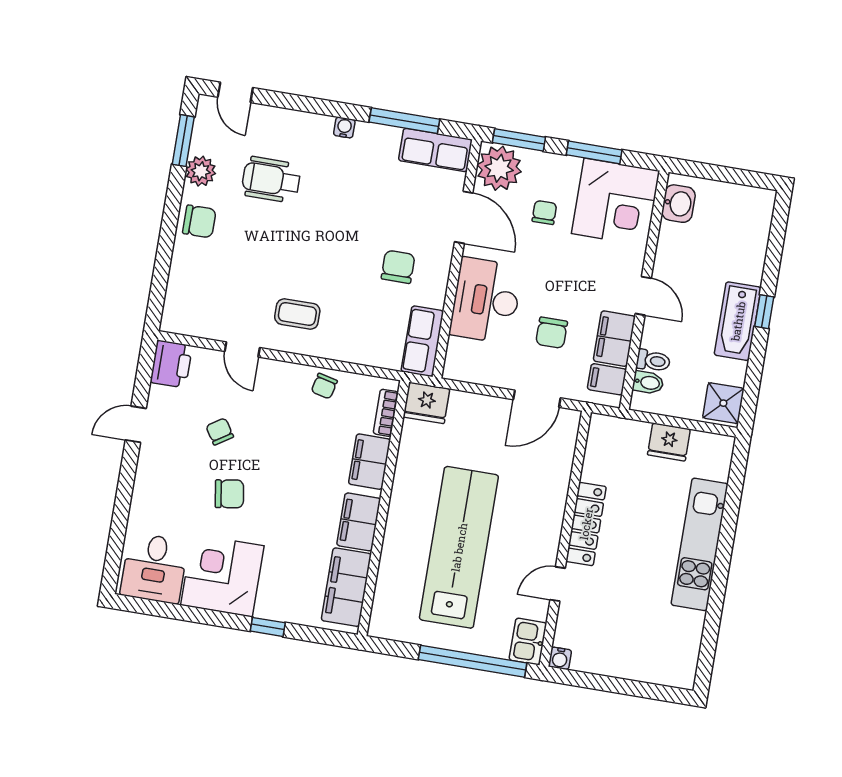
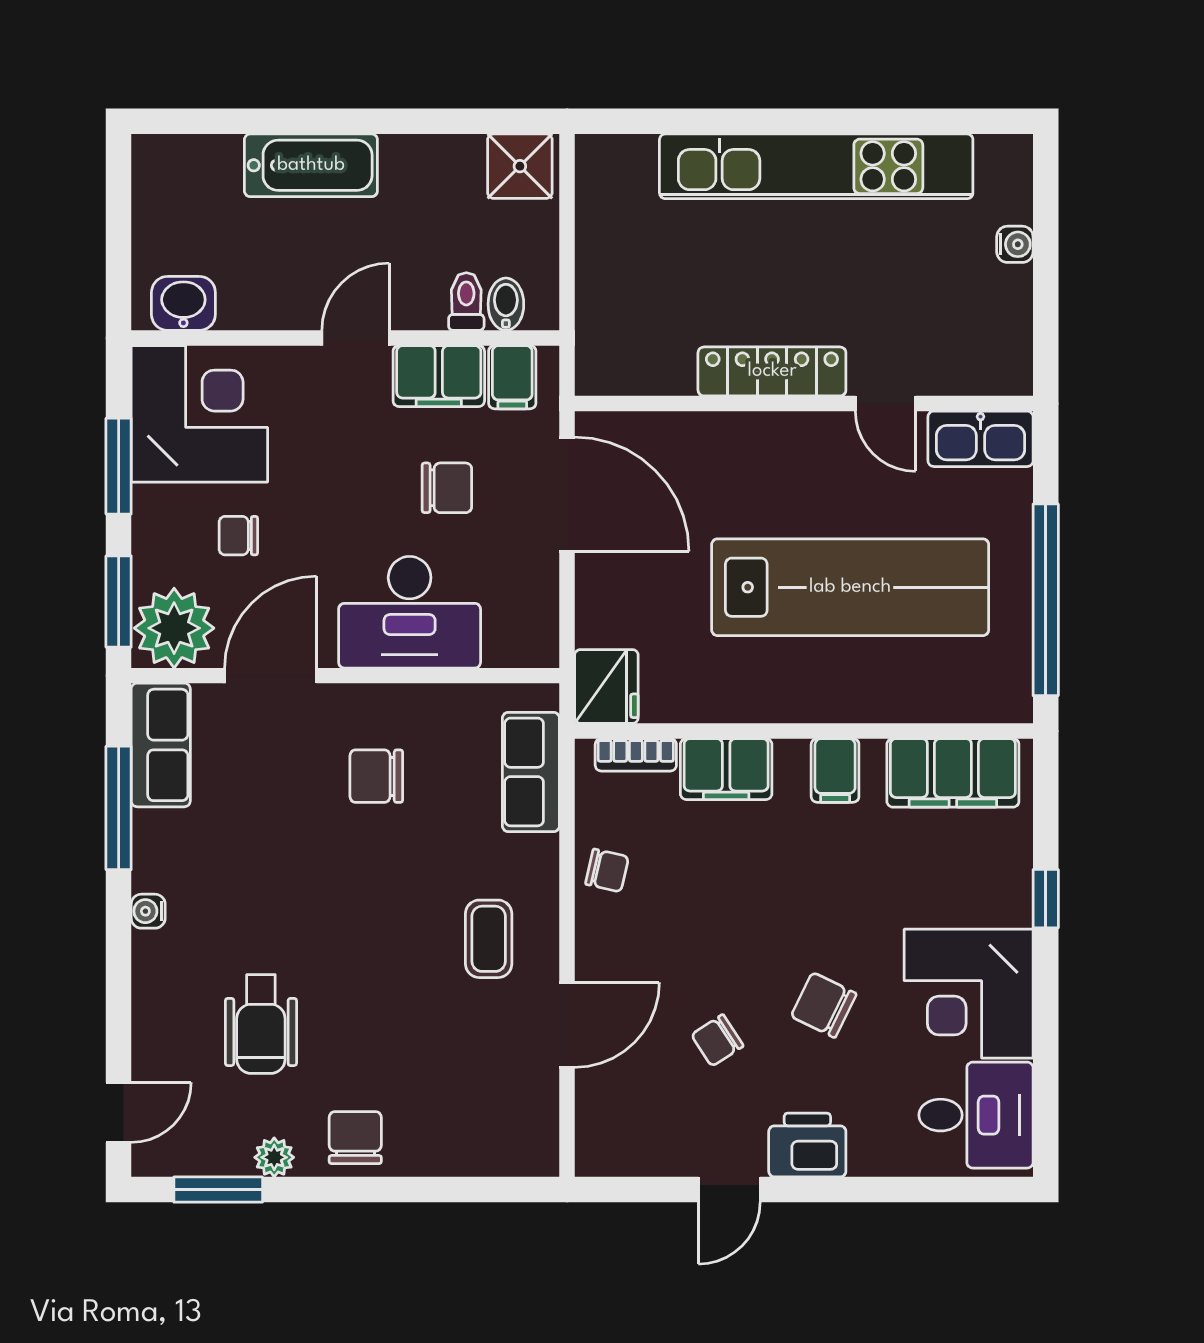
plant: (201, 171) -> (274, 1157), width x0.73, depth x0.73
window: (764, 312) -> (348, 121), removed
bathtub: (738, 321) -> (311, 165), moved
row of seats: (422, 341) -> (531, 772), moved, turned 90
door: (242, 349) -> (567, 1025), width x1.38
printer: (171, 364) -> (807, 1145), moved
door: (537, 399) -> (567, 494), width x1.36
door: (136, 424) -> (729, 1190), hinge flipped
fridge: (669, 442) -> (604, 250), removed
chair: (229, 494) -> (824, 1005), turned -55
filing cabinet: (359, 522) -> (835, 770), width x0.50
kitchen unit: (700, 544) -> (816, 166), width x1.36
lab bench: (459, 547) -> (850, 587), turned 180
kitchen sink: (528, 641) -> (981, 439), width x1.38
water cooler: (560, 658) -> (1015, 244), moved
window: (473, 661) -> (1046, 600), moved

